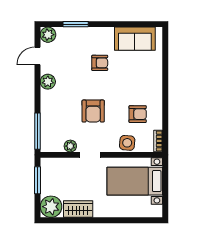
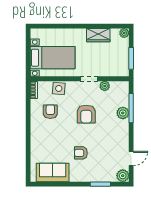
plant: (48, 82) -> (123, 113), moved
armchair: (93, 111) -> (86, 114), turned 180
armchair: (138, 114) -> (50, 112), turned 90
window: (37, 131) -> (131, 108), moved
plant: (51, 207) -> (124, 33), width x0.53, depth x0.53

